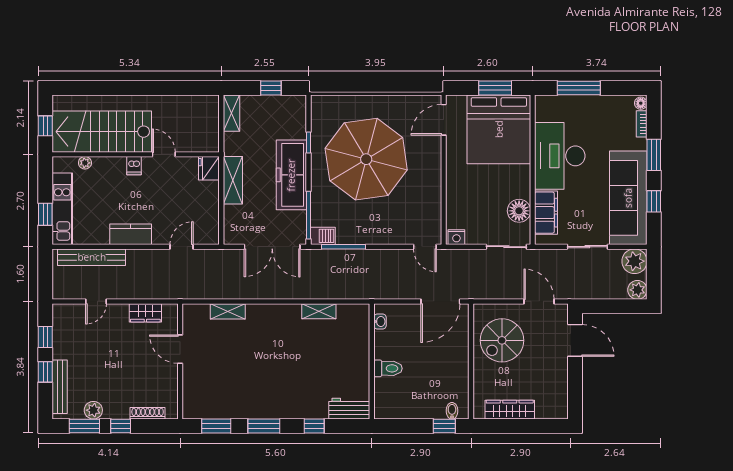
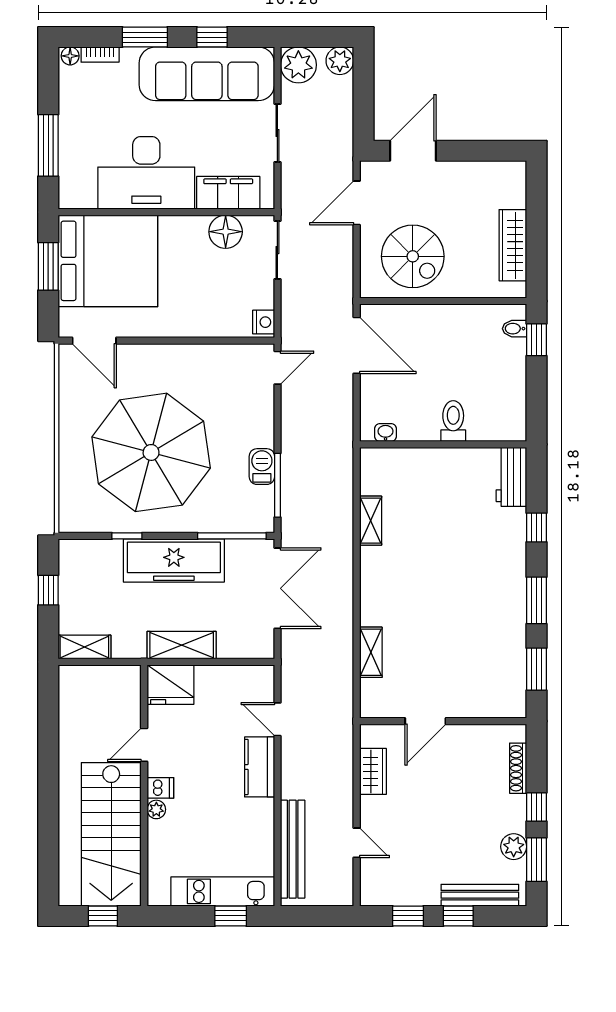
plant: (85, 163) -> (156, 809), moved
fridge: (209, 168) -> (170, 685), width x1.36, depth x1.34
kitchen counter: (131, 234) -> (260, 767), moved
barbecue: (323, 236) -> (262, 467), moved

